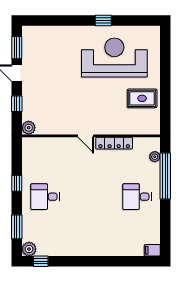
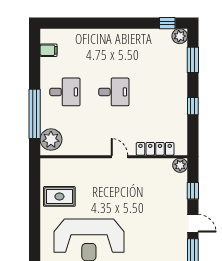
locker: (114, 143) -> (155, 149), moved
plant: (155, 157) -> (51, 140), width x1.88, depth x1.88
desk: (45, 197) -> (114, 92), moved
filing cabinet: (152, 250) -> (49, 50), moved

